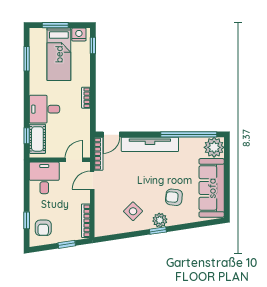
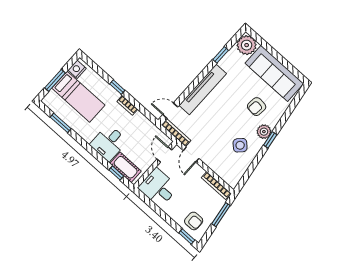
window: (93, 46) -> (117, 87), moved
door: (111, 134) -> (170, 111), swing flipped
window: (189, 134) -> (221, 55), width x0.32
window: (27, 220) -> (187, 236), moved
window: (67, 244) -> (221, 215), width x1.50

